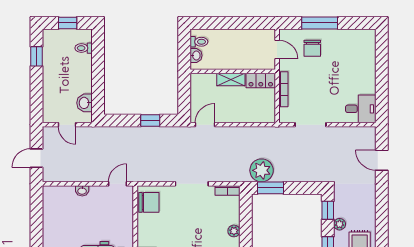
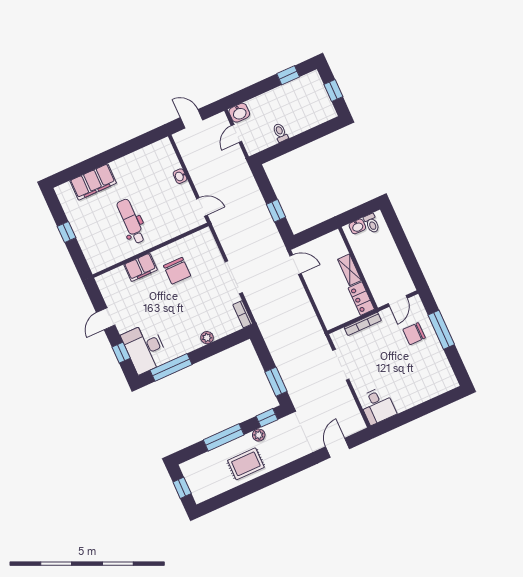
toilet: (84, 48) -> (280, 133), moved
washbasin: (84, 103) -> (239, 113), moved, turned 180
plant: (262, 170) -> (276, 338), removed
window: (271, 188) -> (276, 382), moved
chair: (149, 202) -> (177, 271), moved

